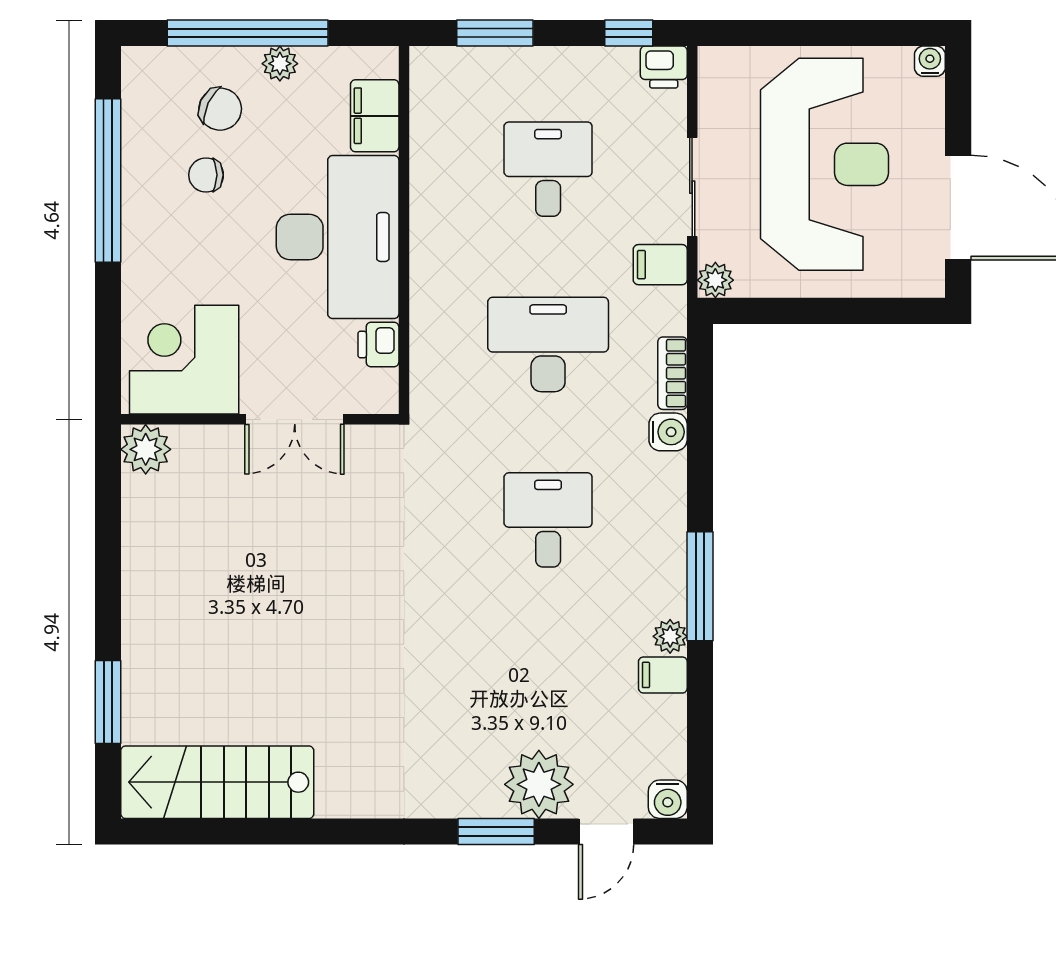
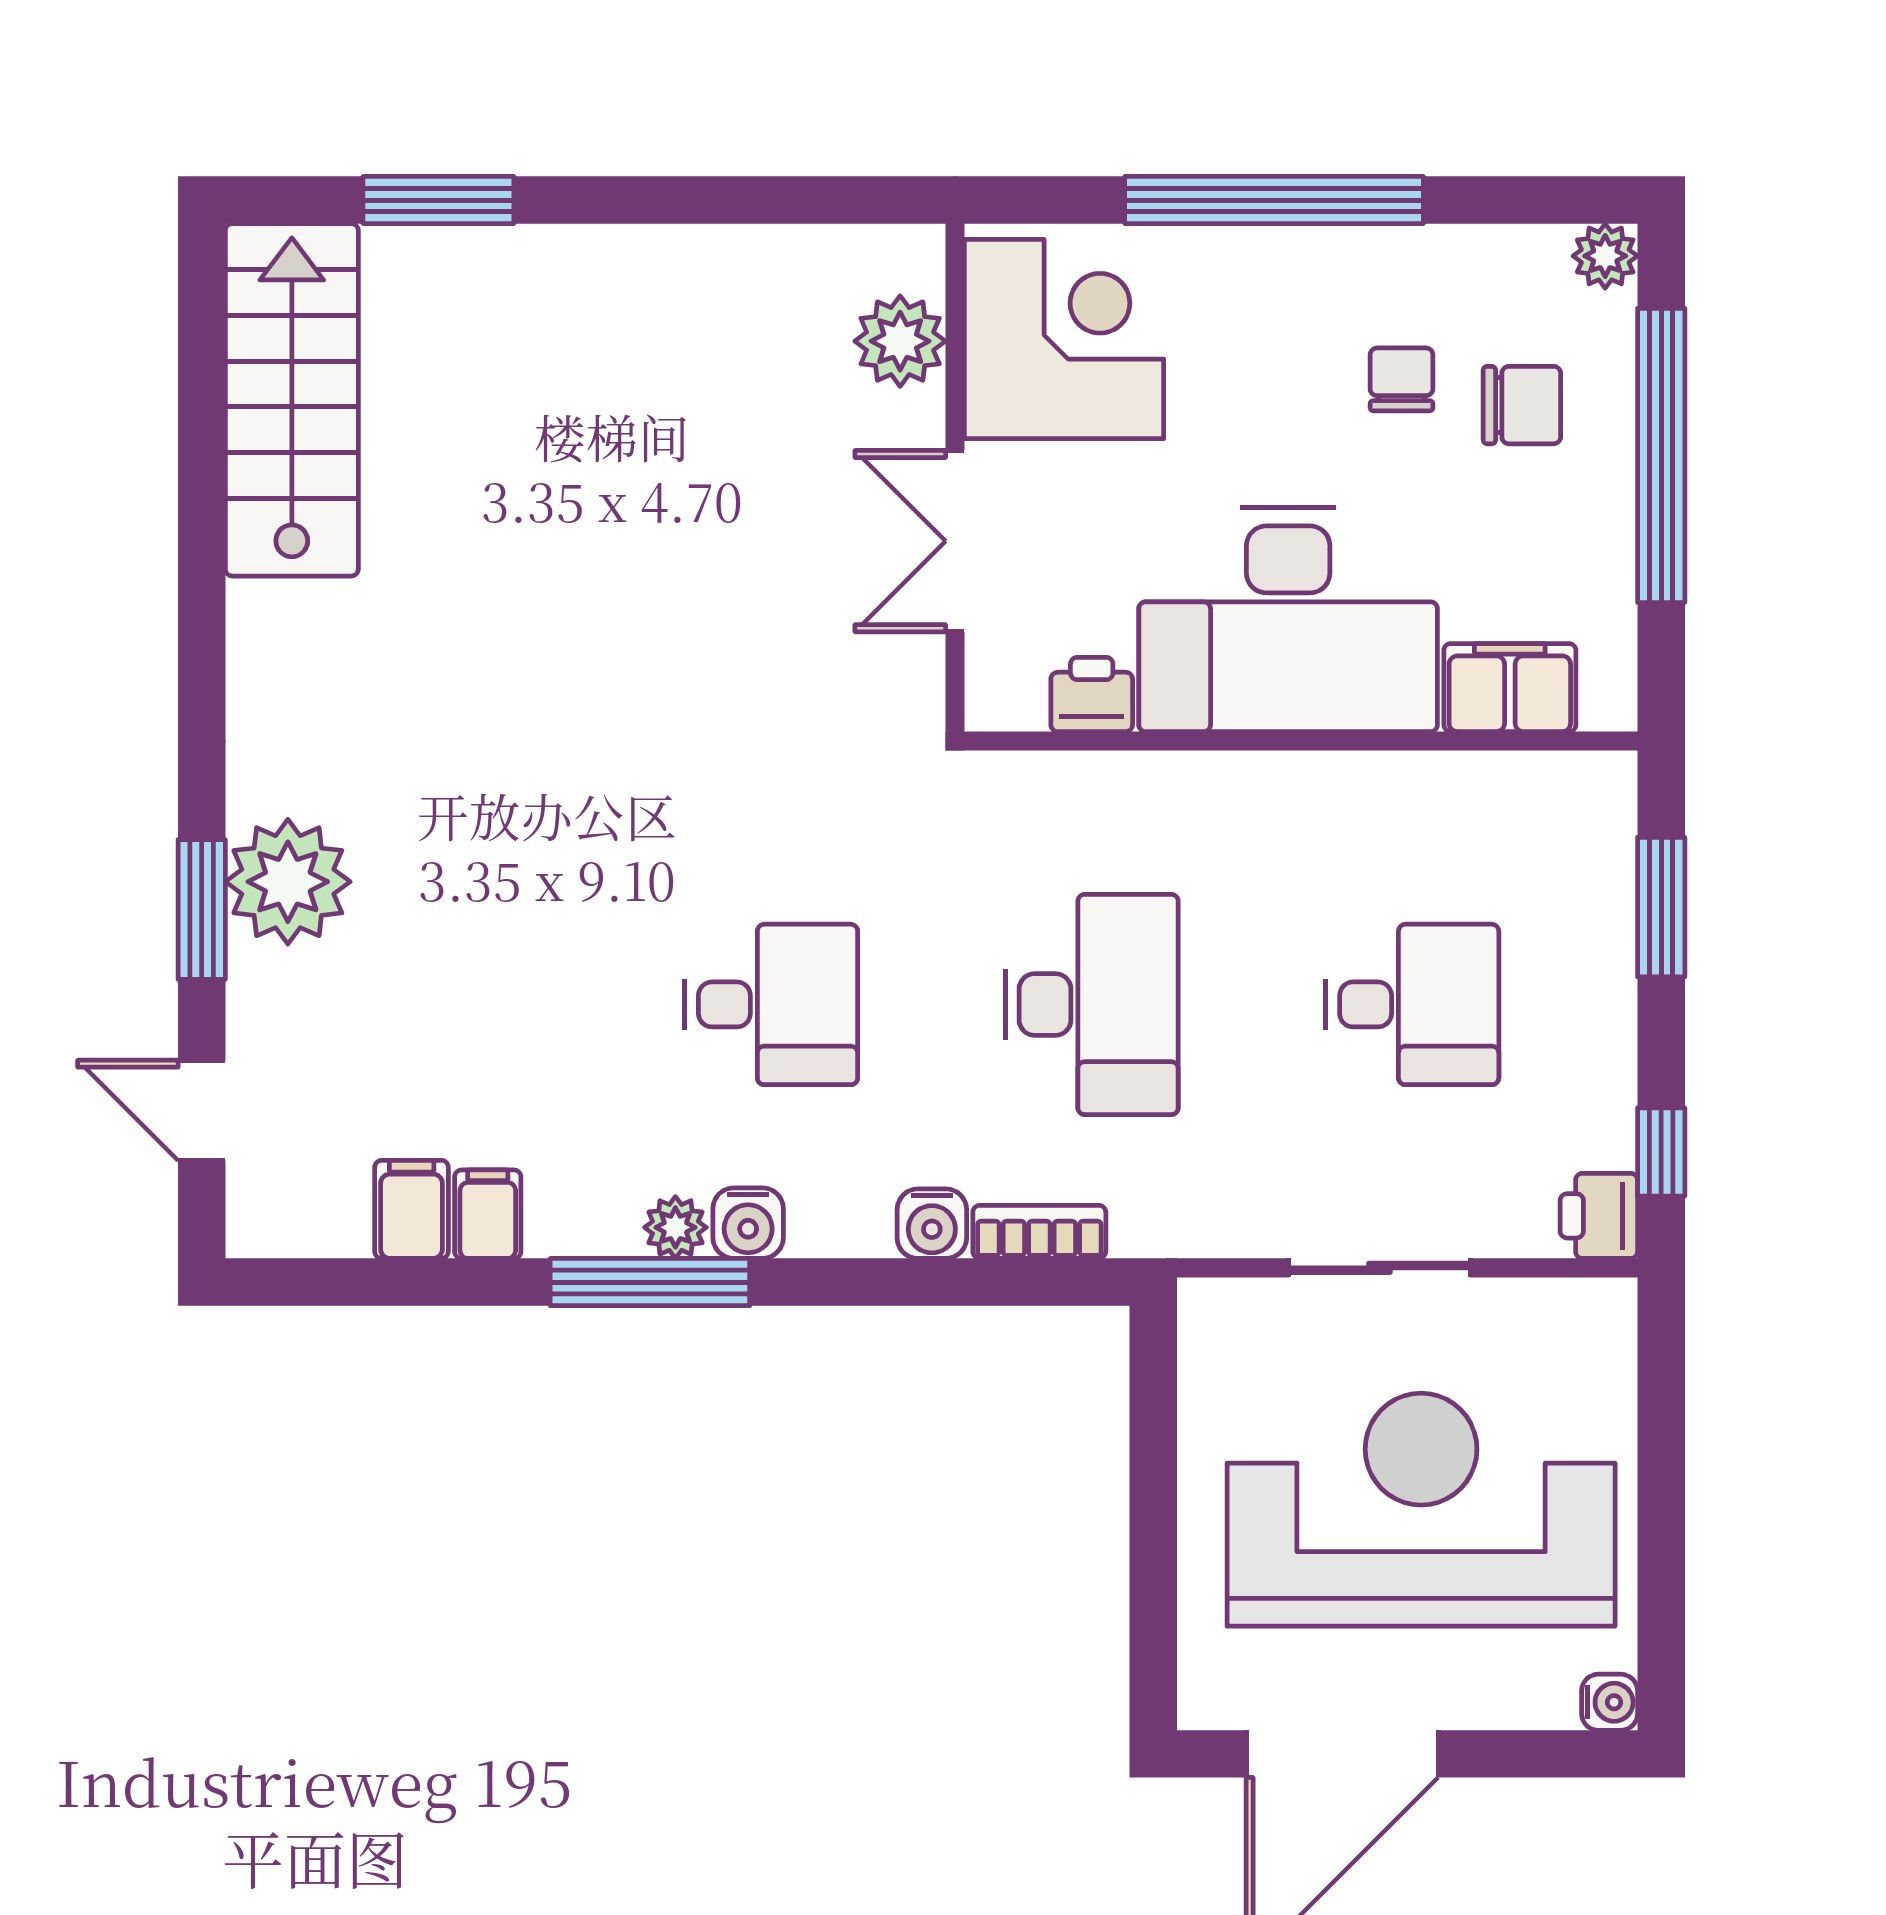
plant: (280, 64) -> (1605, 256), moved
chair: (220, 109) -> (1522, 405), turned -115
reception desk: (825, 164) -> (1421, 1510), turned 180
window: (108, 181) -> (1274, 200), moved
filing cabinet: (660, 265) -> (412, 1209), moved
plant: (715, 280) -> (1210, 1310), removed
plant: (146, 449) -> (900, 341), moved
plant: (670, 636) -> (675, 1227), moved
plant: (539, 784) -> (288, 882), moved
water cooler: (668, 799) -> (748, 1223), moved, turned -90

